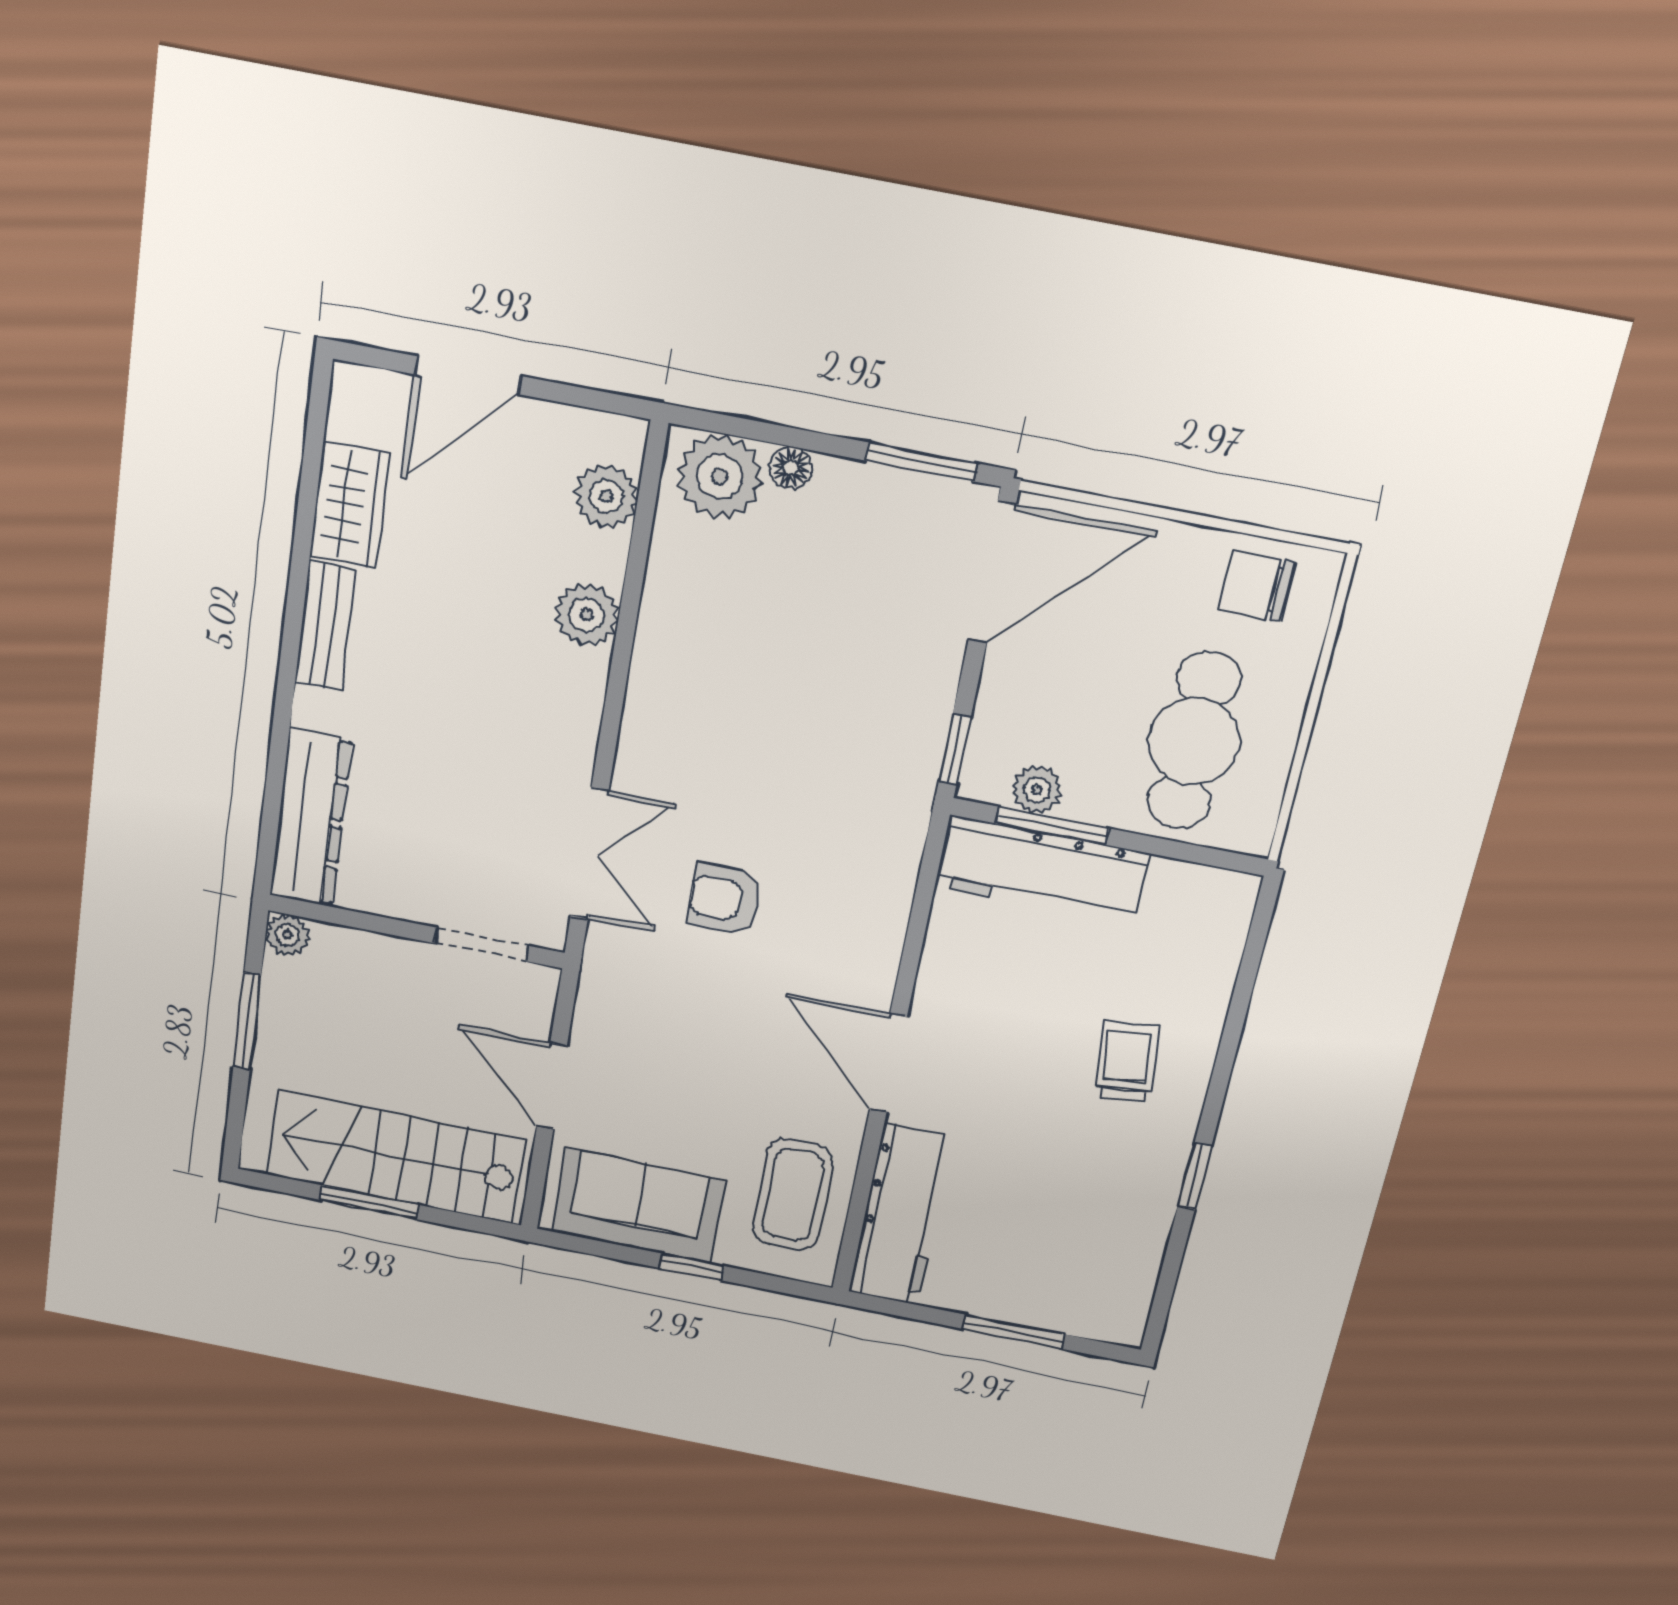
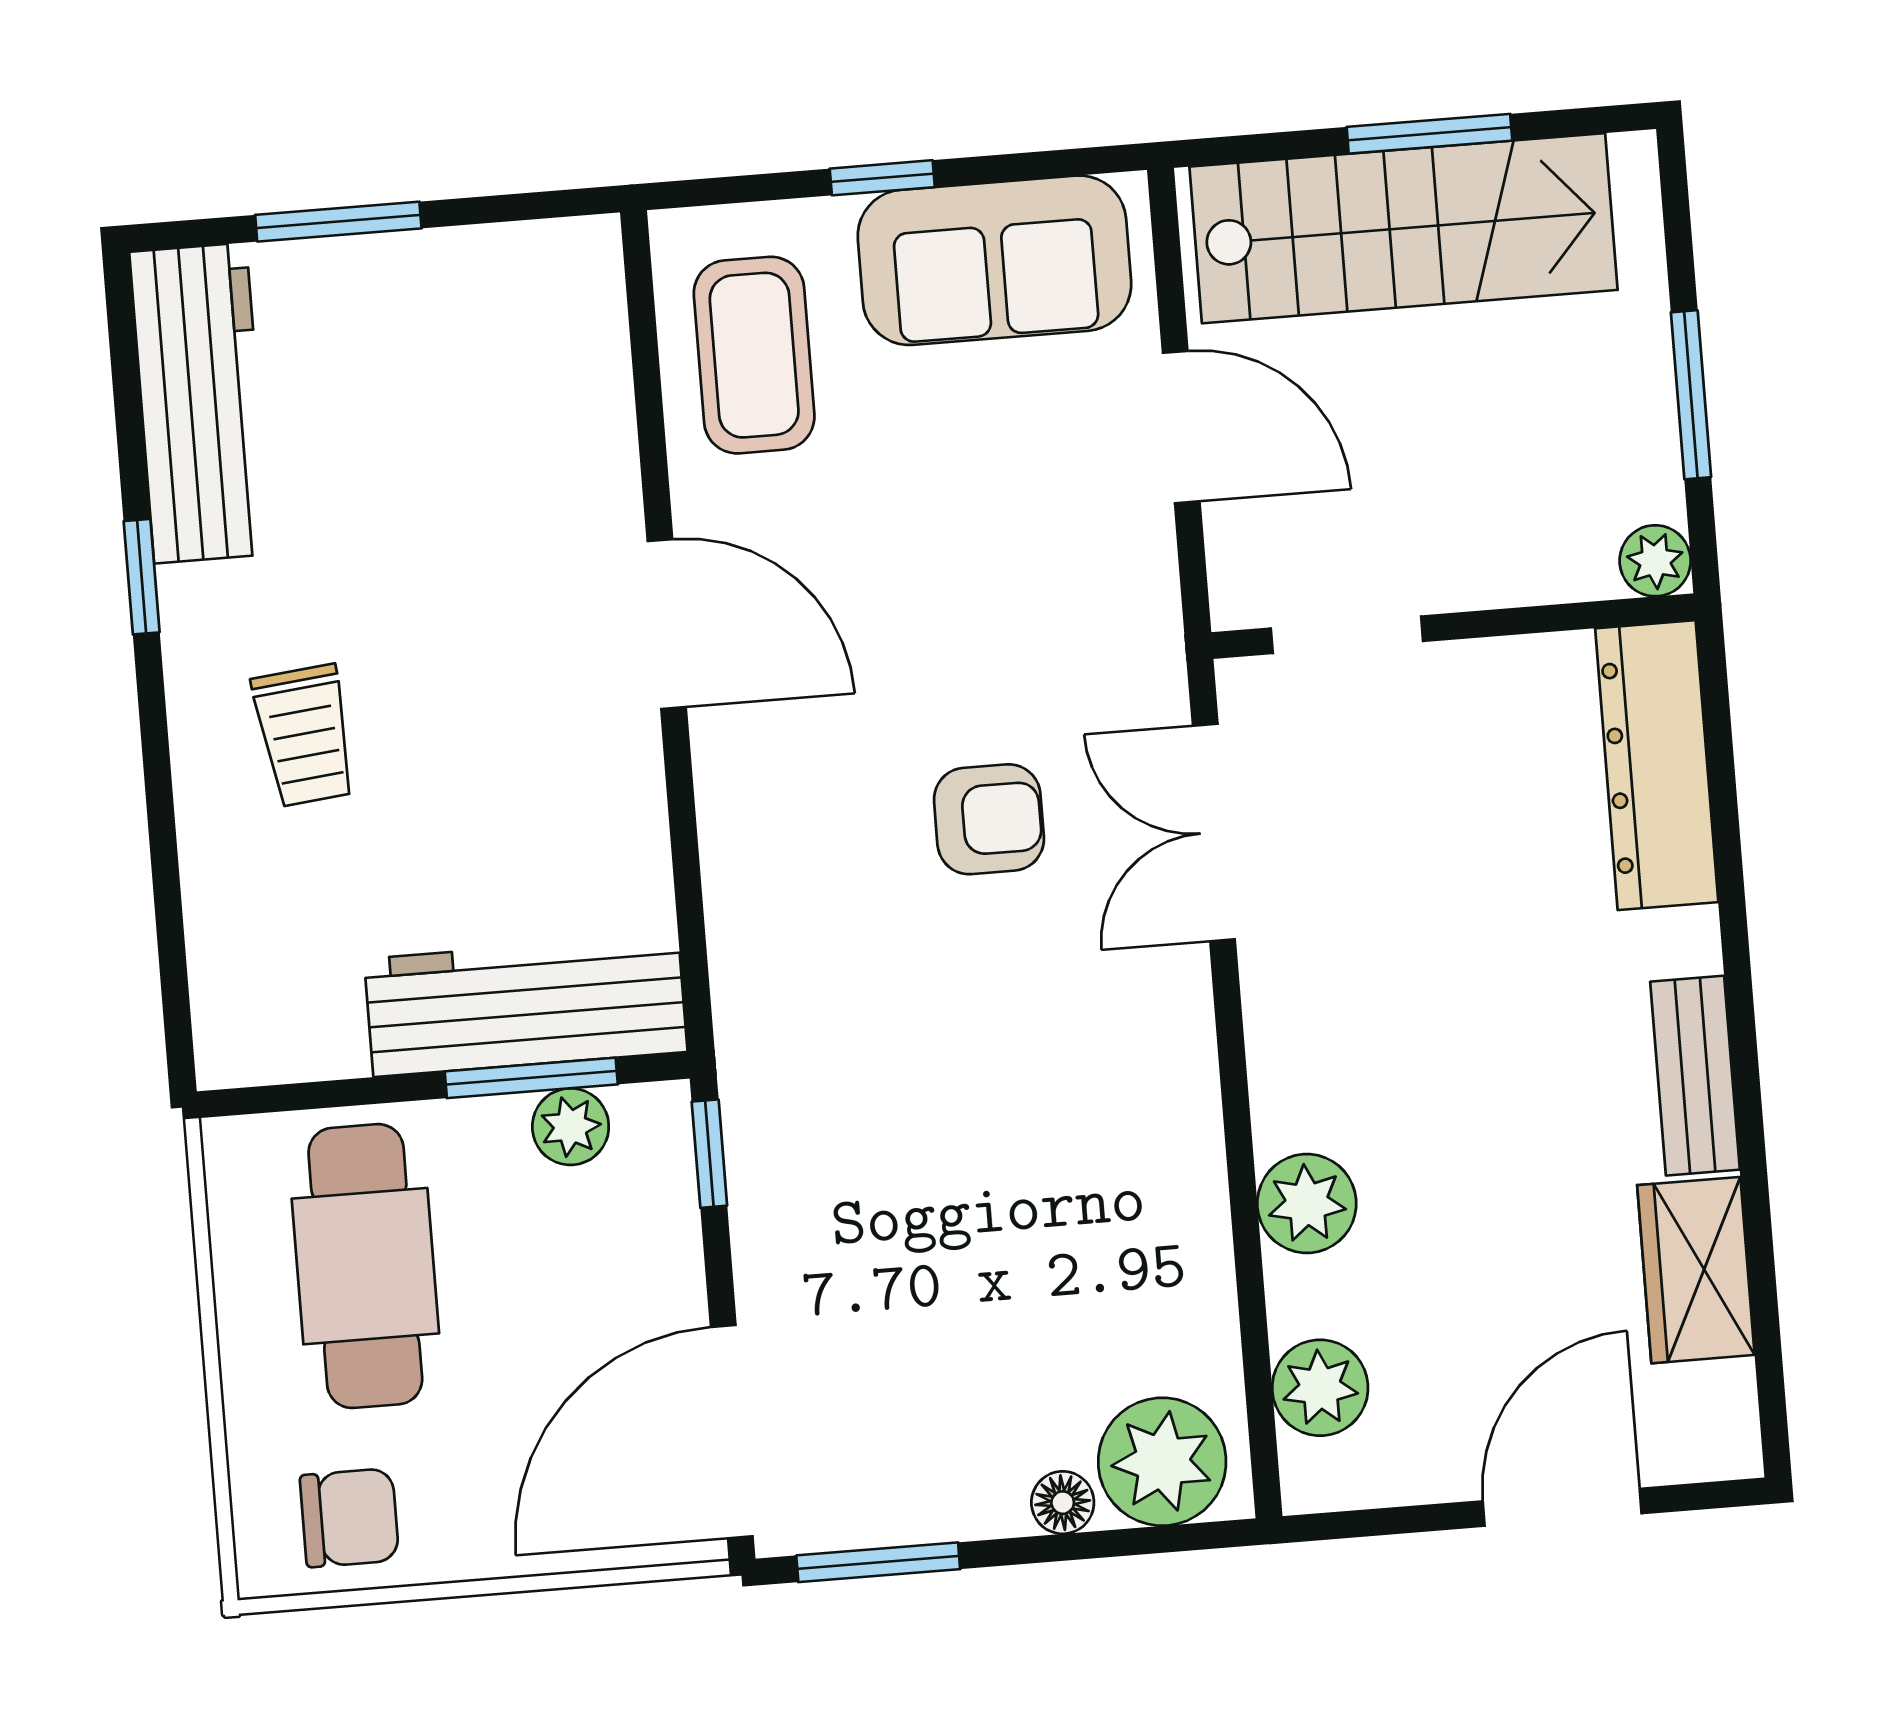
workbench: (901, 1215) -> (200, 403), moved, turned 180

